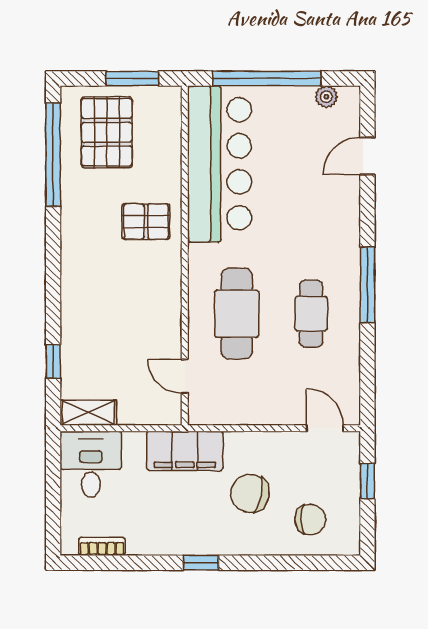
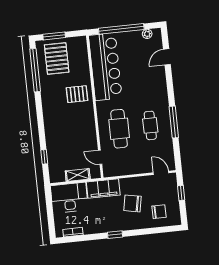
window: (132, 78) -> (54, 36), moved
window: (367, 285) -> (174, 122), moved
shelving: (88, 413) -> (78, 175), moved
desk: (91, 464) -> (69, 198), width x1.37

